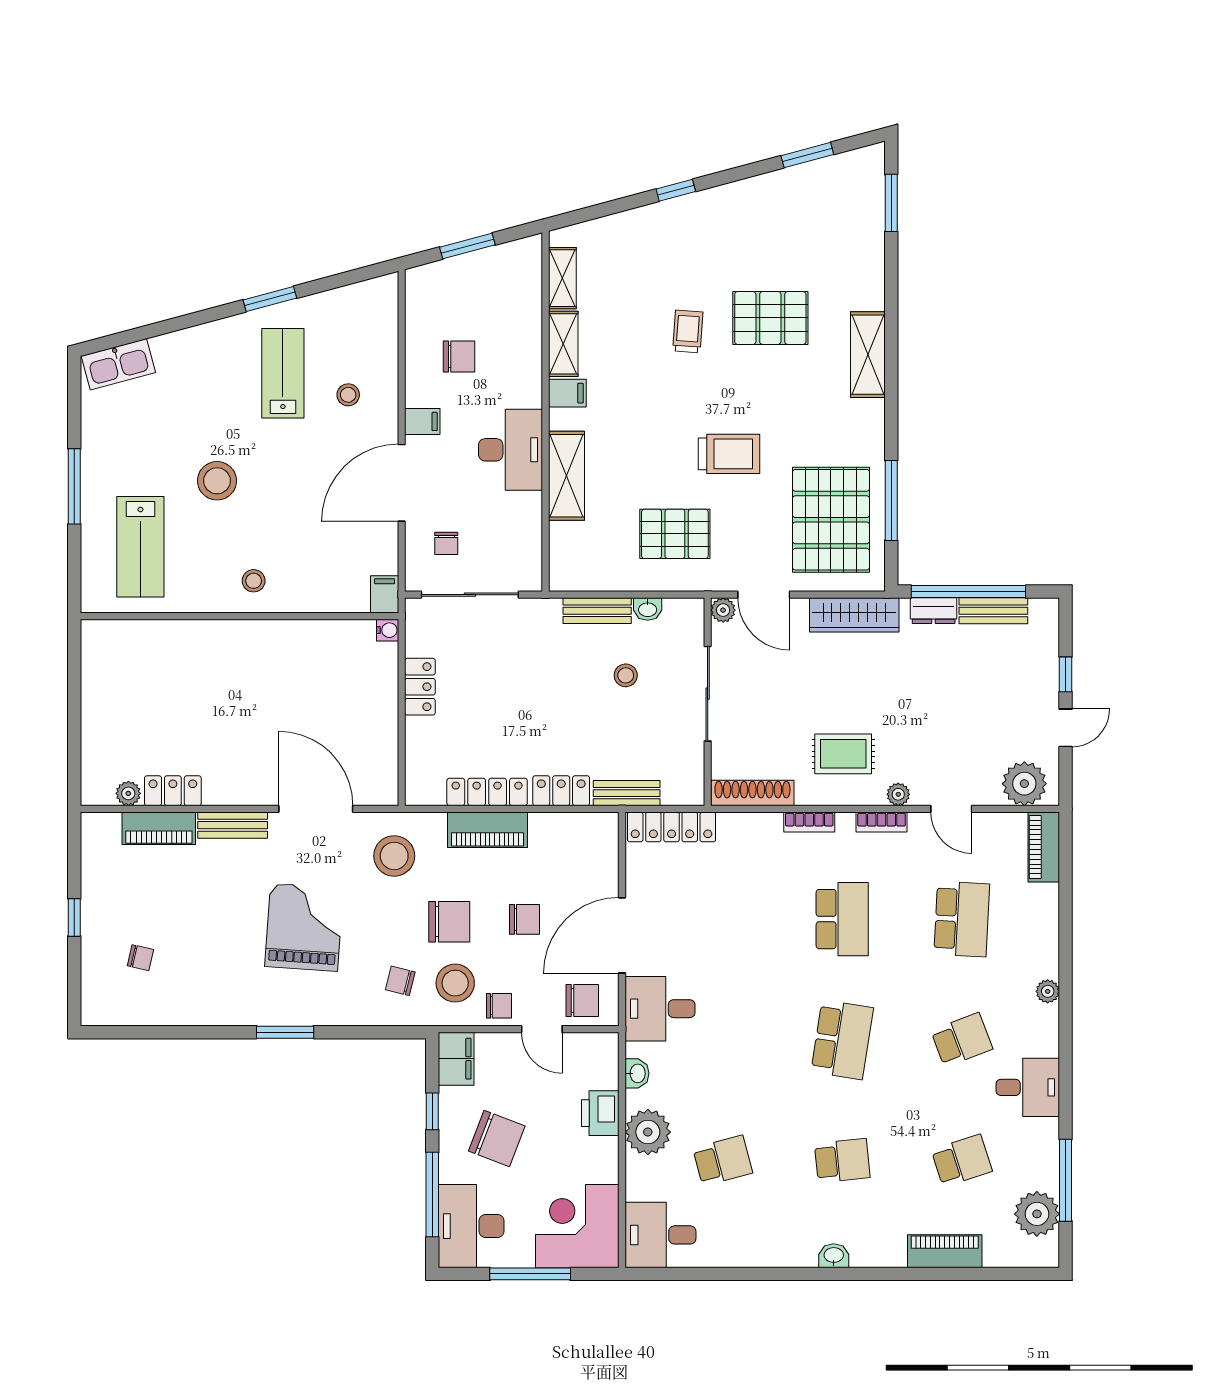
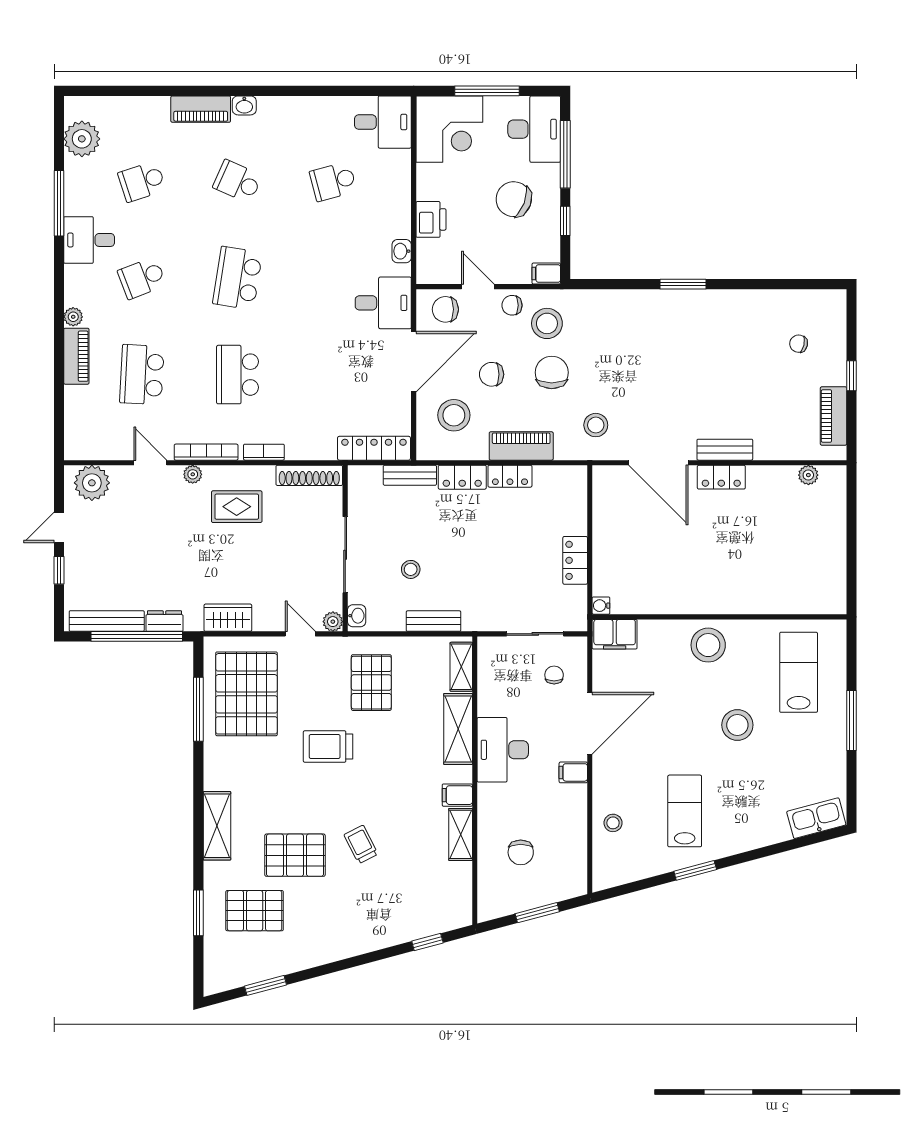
window: (676, 190) -> (427, 942), moved
window: (891, 203) -> (198, 913), moved
pallet: (821, 249) -> (255, 911), added
shelving: (562, 278) -> (461, 667), moved
trolley: (688, 331) -> (361, 844), turned 149
chair: (459, 356) -> (521, 852), moved, turned -90
lab bench: (283, 373) -> (685, 811), turned 180
stool: (348, 395) -> (613, 823), moved
pallet: (675, 534) -> (371, 683), turned 90
stool: (254, 581) -> (708, 645), width x1.89, depth x1.89
filing cabinet: (385, 594) -> (615, 634), width x2.00
sliding door: (470, 595) -> (535, 634), width x0.73
door: (764, 595) -> (300, 634), width x0.73
washbasin: (648, 609) -> (357, 616), moved, turned 90
bench: (993, 611) -> (107, 621), width x1.36
wardrobe: (854, 615) -> (228, 618), width x0.67
locker: (173, 791) -> (721, 477), moved
locker: (487, 792) -> (510, 476), width x0.66
bookcase: (882, 822) -> (206, 452), width x1.56
piano: (159, 828) -> (833, 416), moved, turned -90
piano: (1044, 847) -> (76, 356), moved
stool: (394, 856) -> (596, 425), width x0.73, depth x0.73
stool: (572, 868) -> (454, 415), added
chair: (449, 922) -> (552, 372), turned 90
grand piano: (304, 927) -> (668, 368), removed
chair: (400, 981) -> (591, 325), removed
filing cabinet: (456, 1059) -> (546, 274), width x0.50
plant: (648, 1132) -> (393, 204), removed
school desk: (842, 1161) -> (237, 181), turned 30
window: (1066, 1180) -> (59, 203), moved
piano: (945, 1251) -> (201, 109), moved

